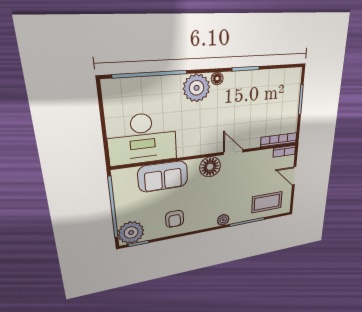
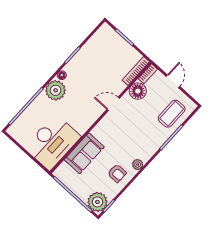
floor lamp: (210, 167) -> (138, 91), moved
door: (294, 176) -> (173, 81), swing flipped
plant: (223, 220) -> (138, 165), moved

